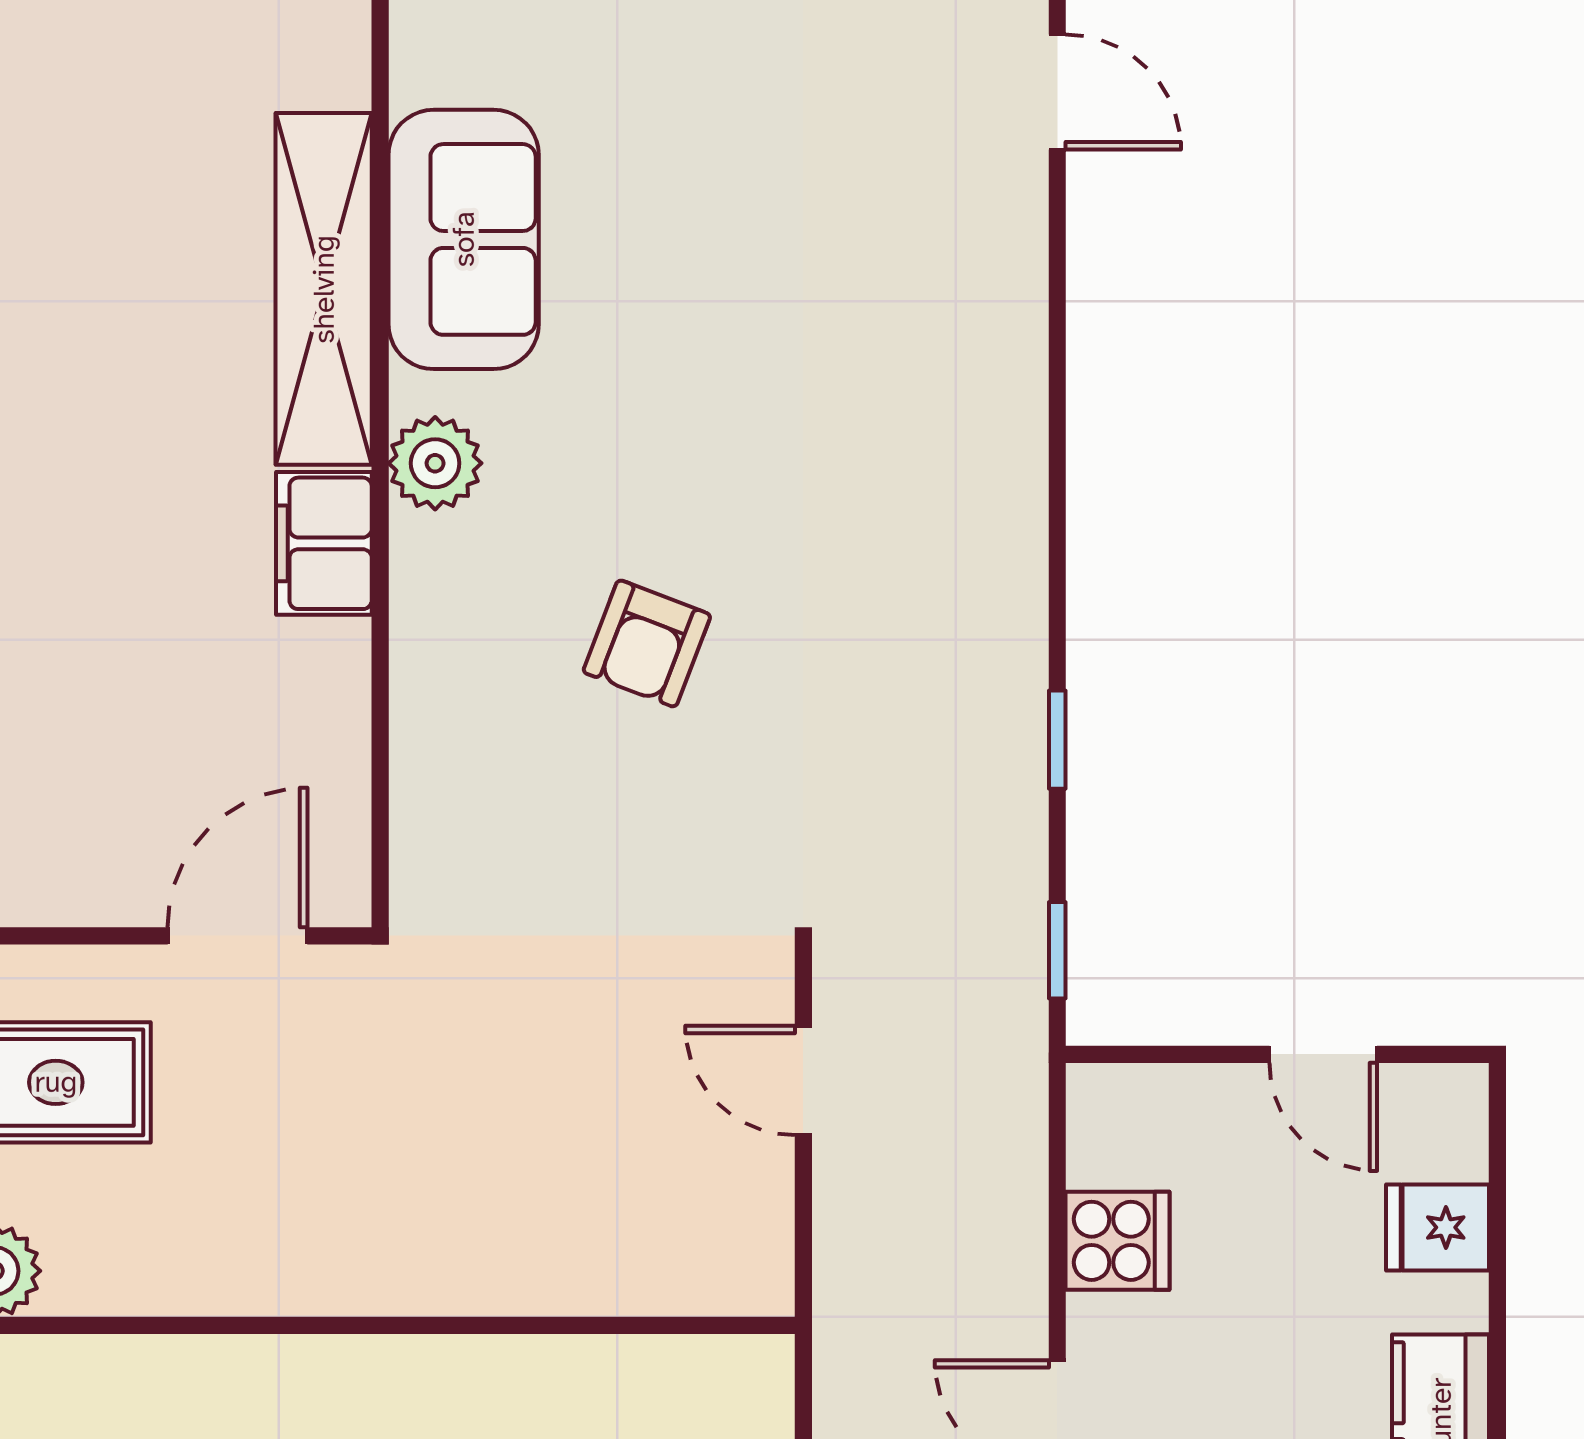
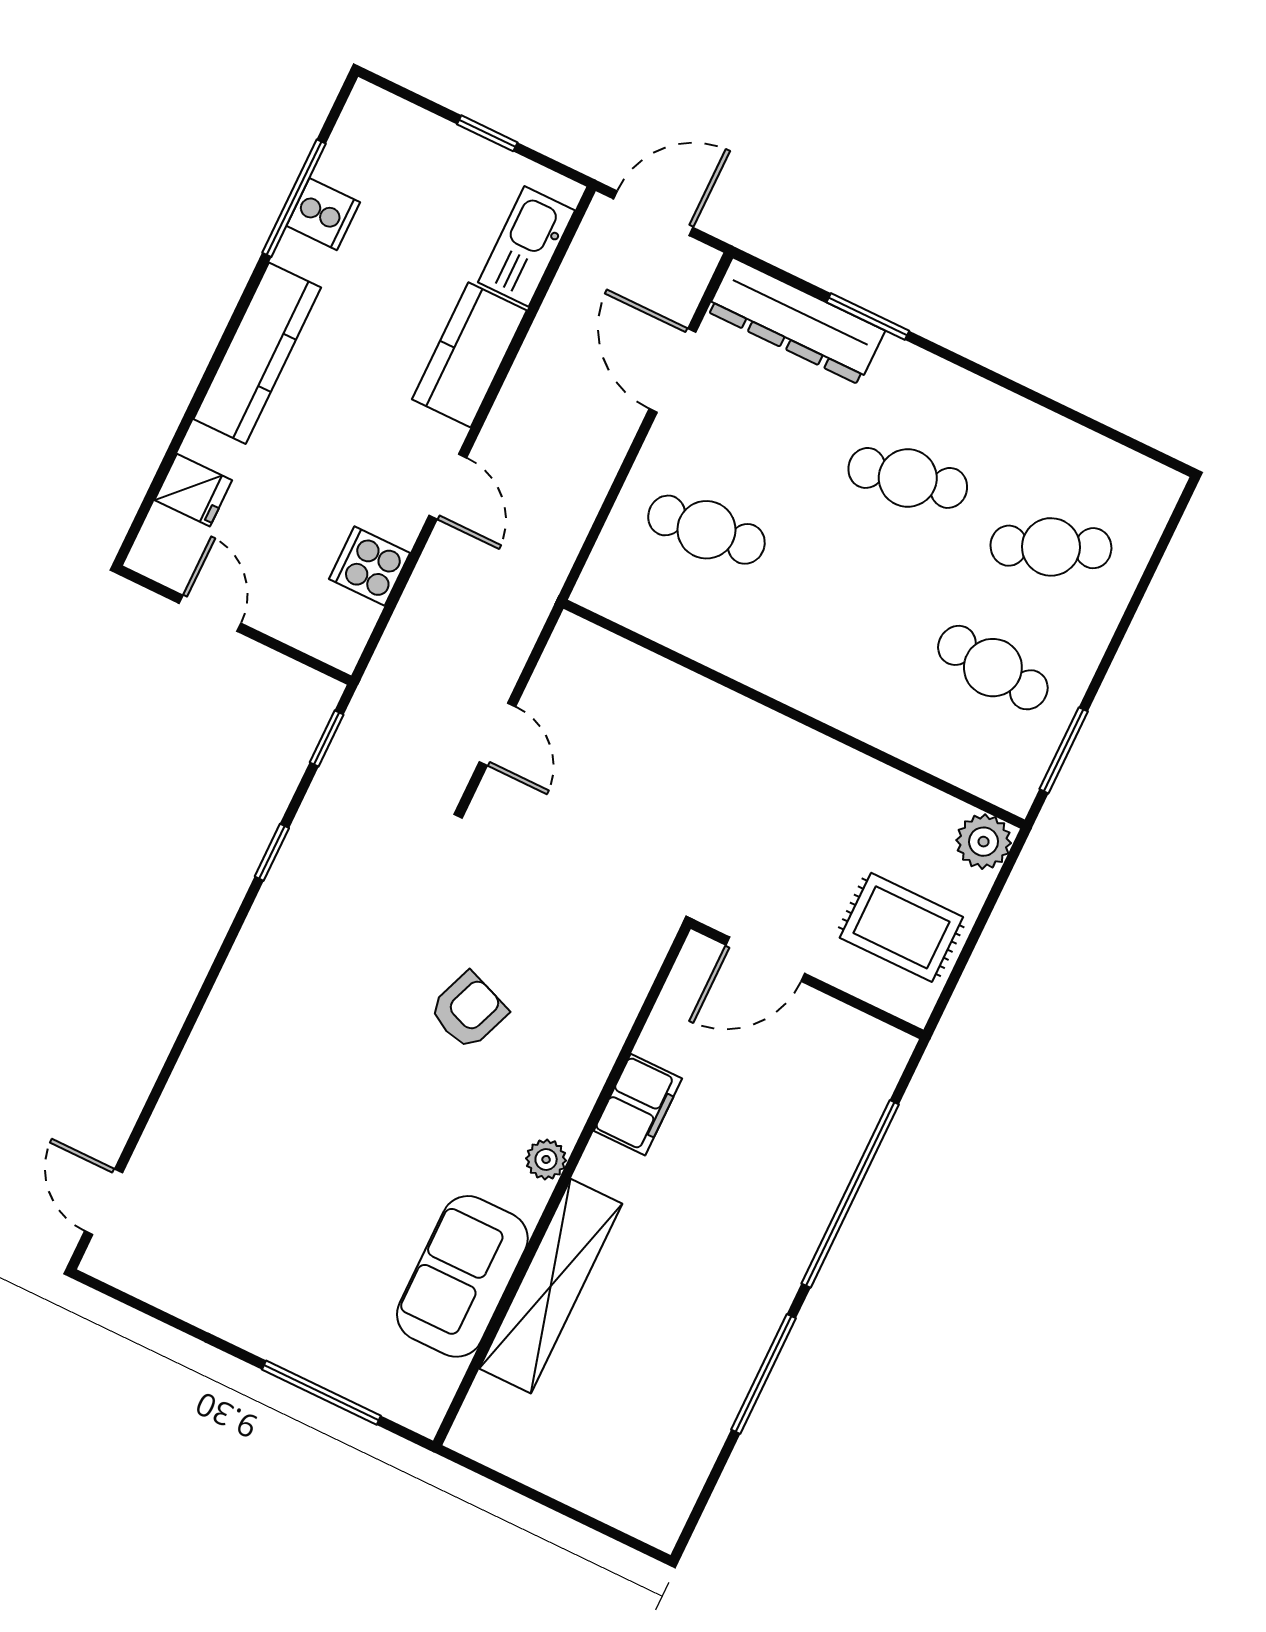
plant: (435, 463) -> (546, 1159), width x0.73, depth x0.73
filing cabinet: (324, 543) -> (638, 1105), moved

